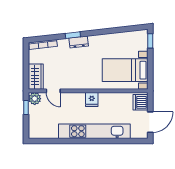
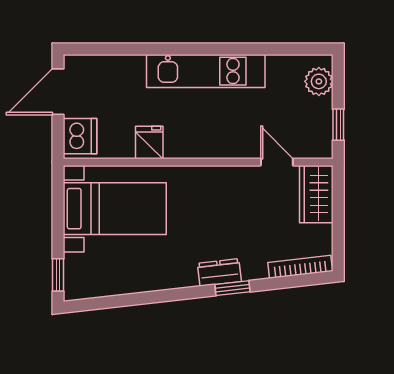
plant: (35, 99) -> (319, 81), moved
fridge: (92, 100) -> (149, 143), moved
kitchen unit: (94, 131) -> (206, 71), width x0.73

